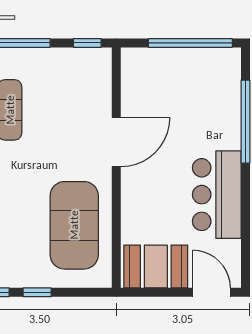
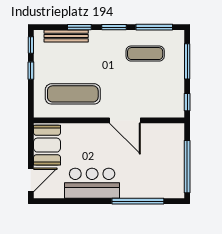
exercise mat: (74, 225) -> (73, 94), width x0.68

